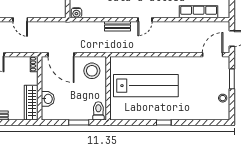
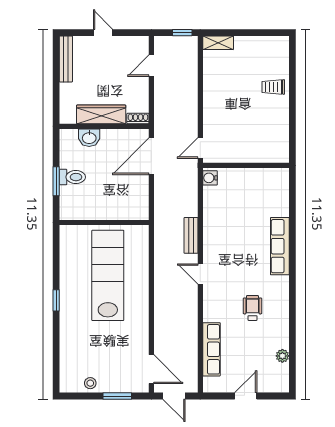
door: (20, 20) -> (200, 148), moved
stool: (92, 71) -> (129, 200), removed
lab bench: (146, 86) -> (108, 275), turned 180
wardrobe: (31, 103) -> (101, 114), moved
toilet: (98, 111) -> (72, 177), moved

